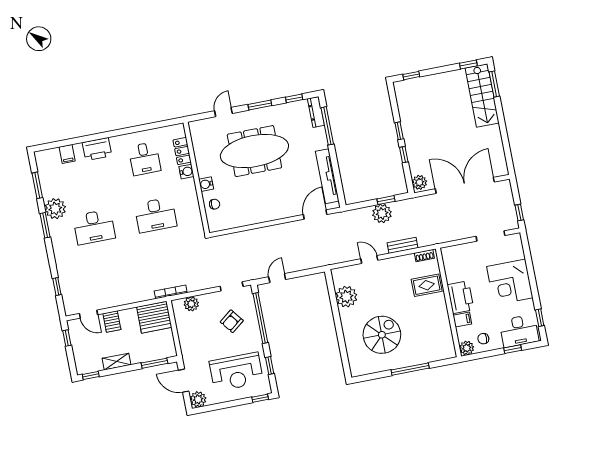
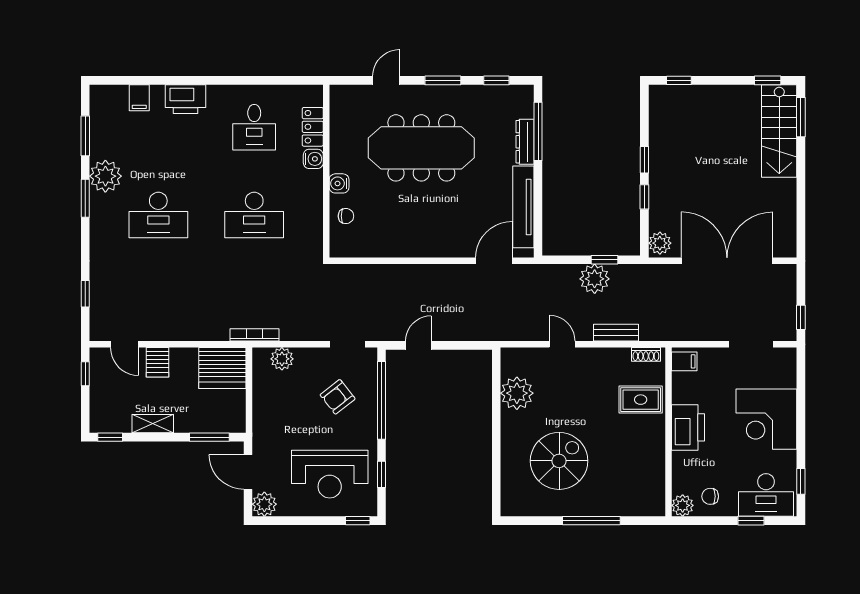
dresser: (316, 112) -> (525, 142), moved
filing cabinet: (462, 320) -> (684, 361), moved

